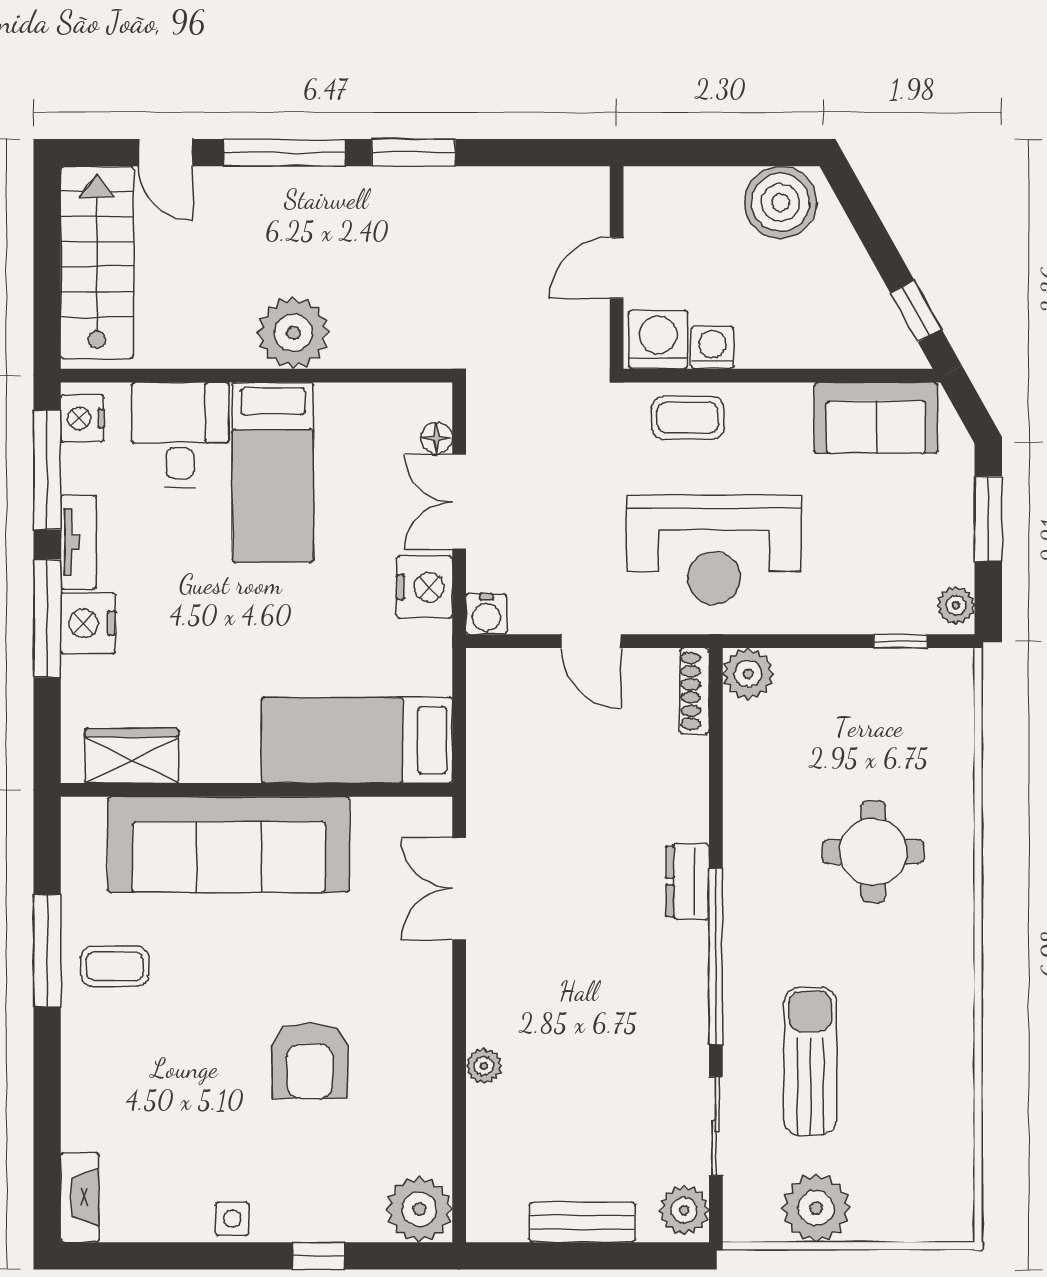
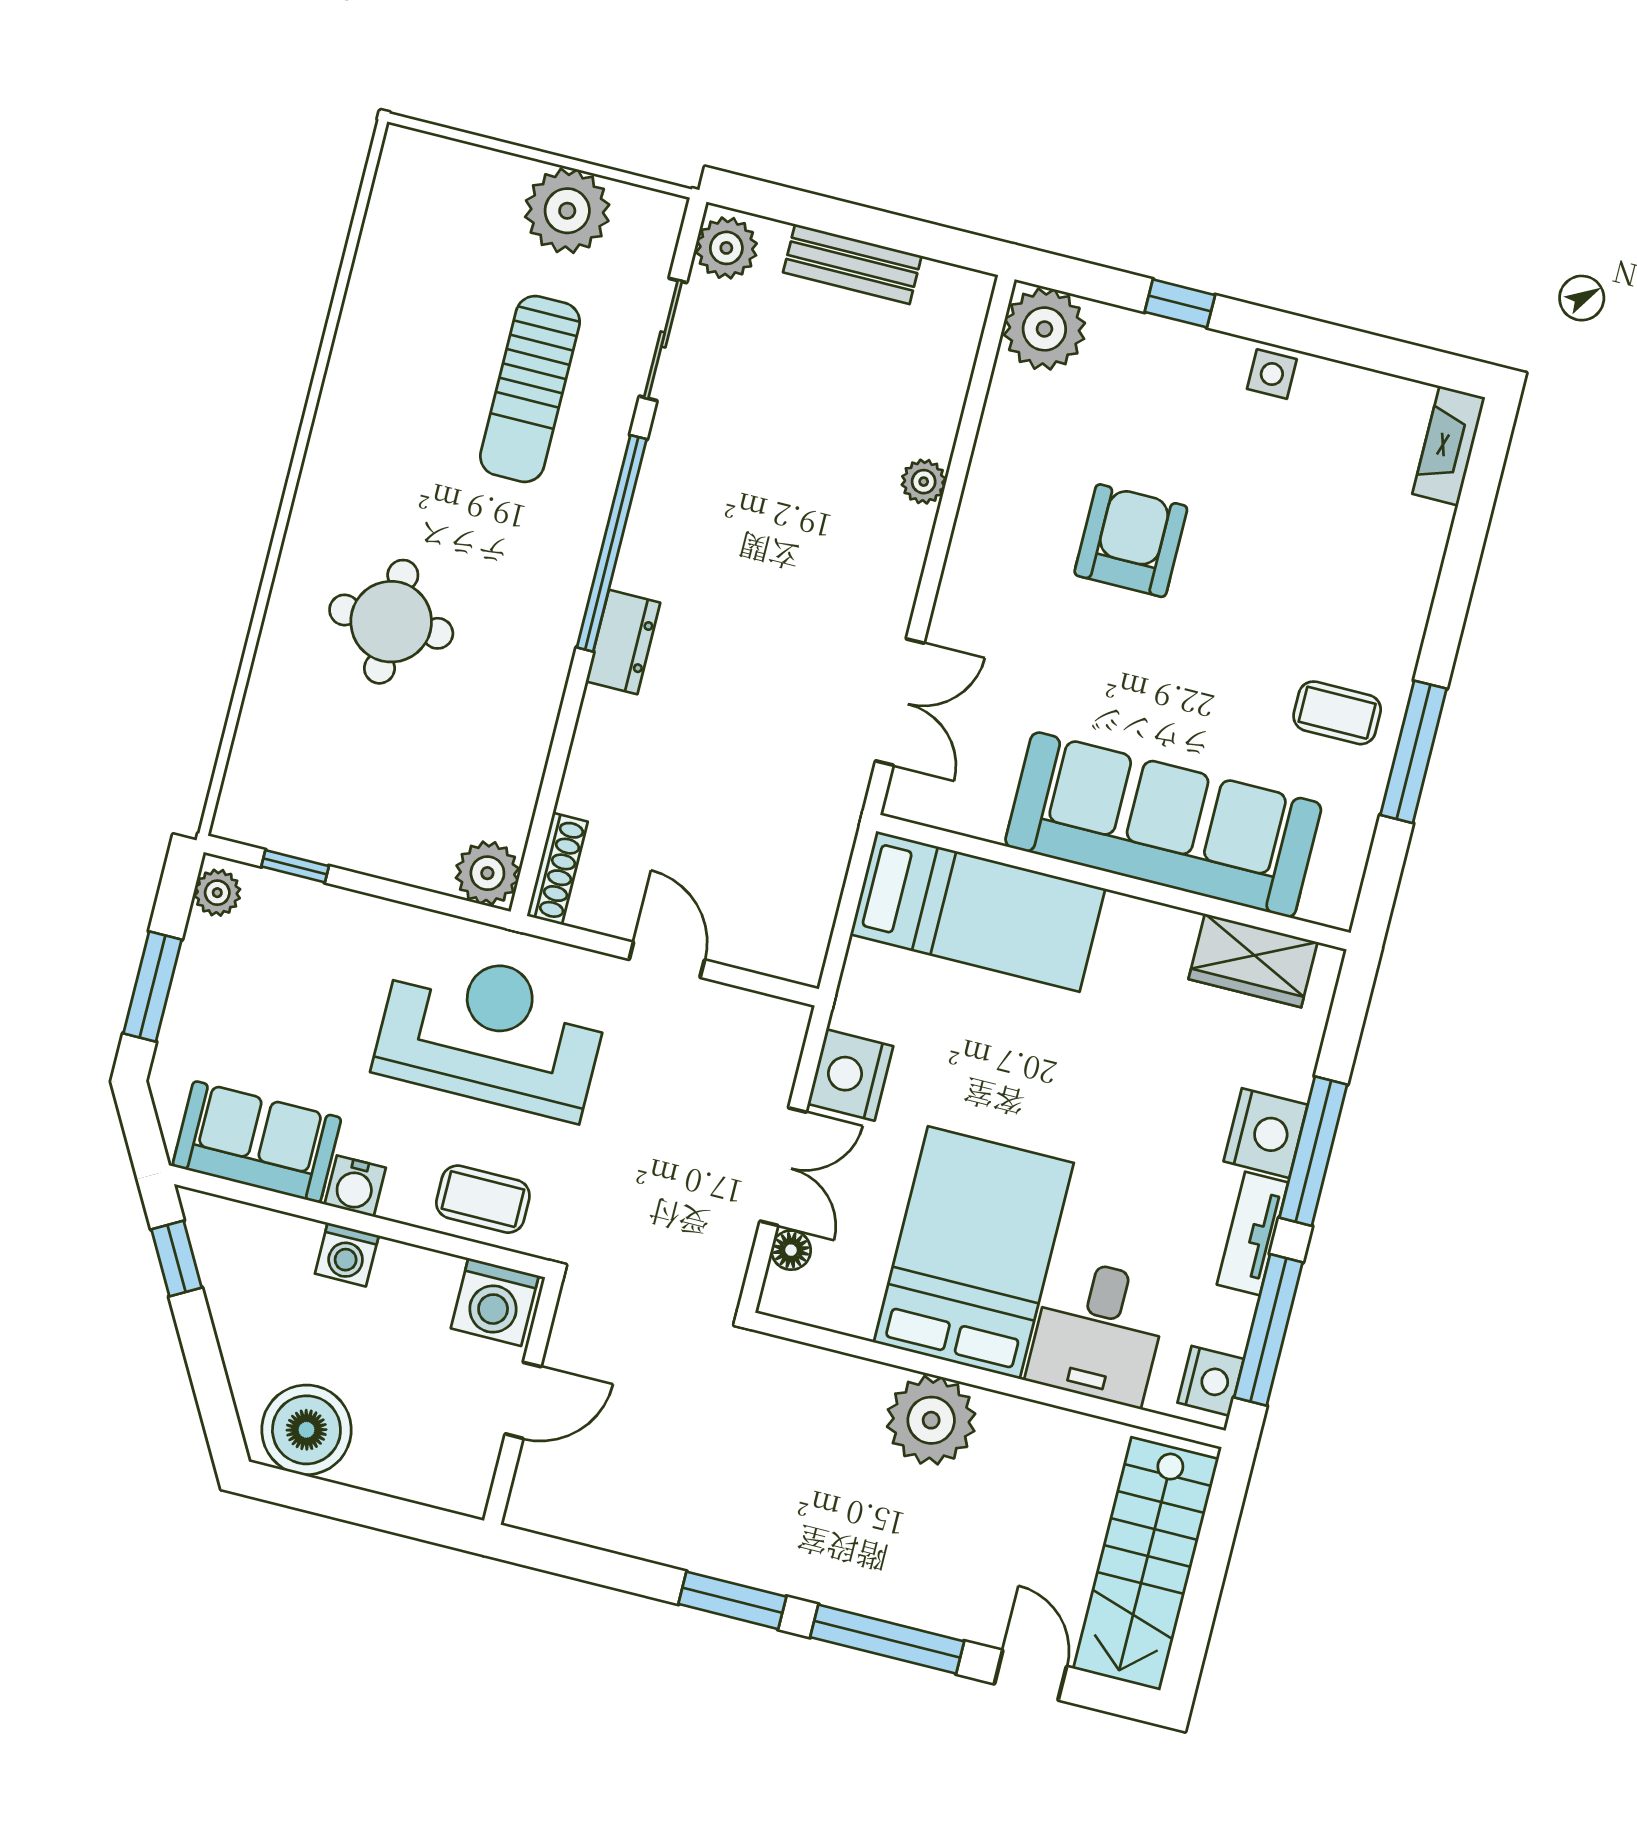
washing machine: (712, 348) -> (347, 1255), moved
bed: (273, 472) -> (974, 1253), width x1.50
water cooler: (486, 614) -> (355, 1186), moved, turned 180

